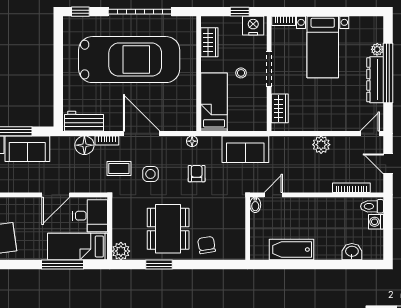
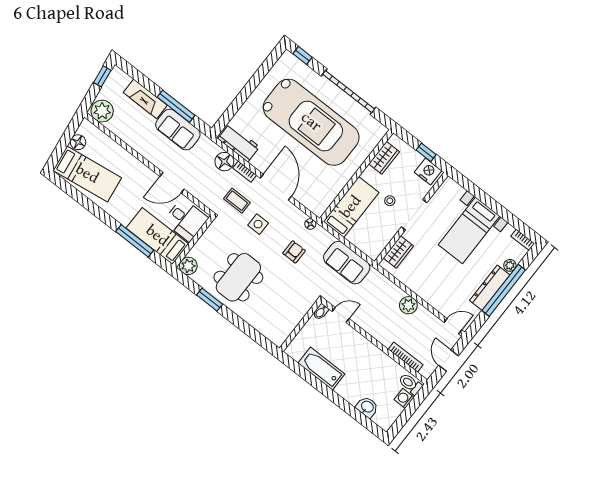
bookcase: (284, 21) -> (523, 240), moved
chair: (207, 245) -> (258, 313), removed

